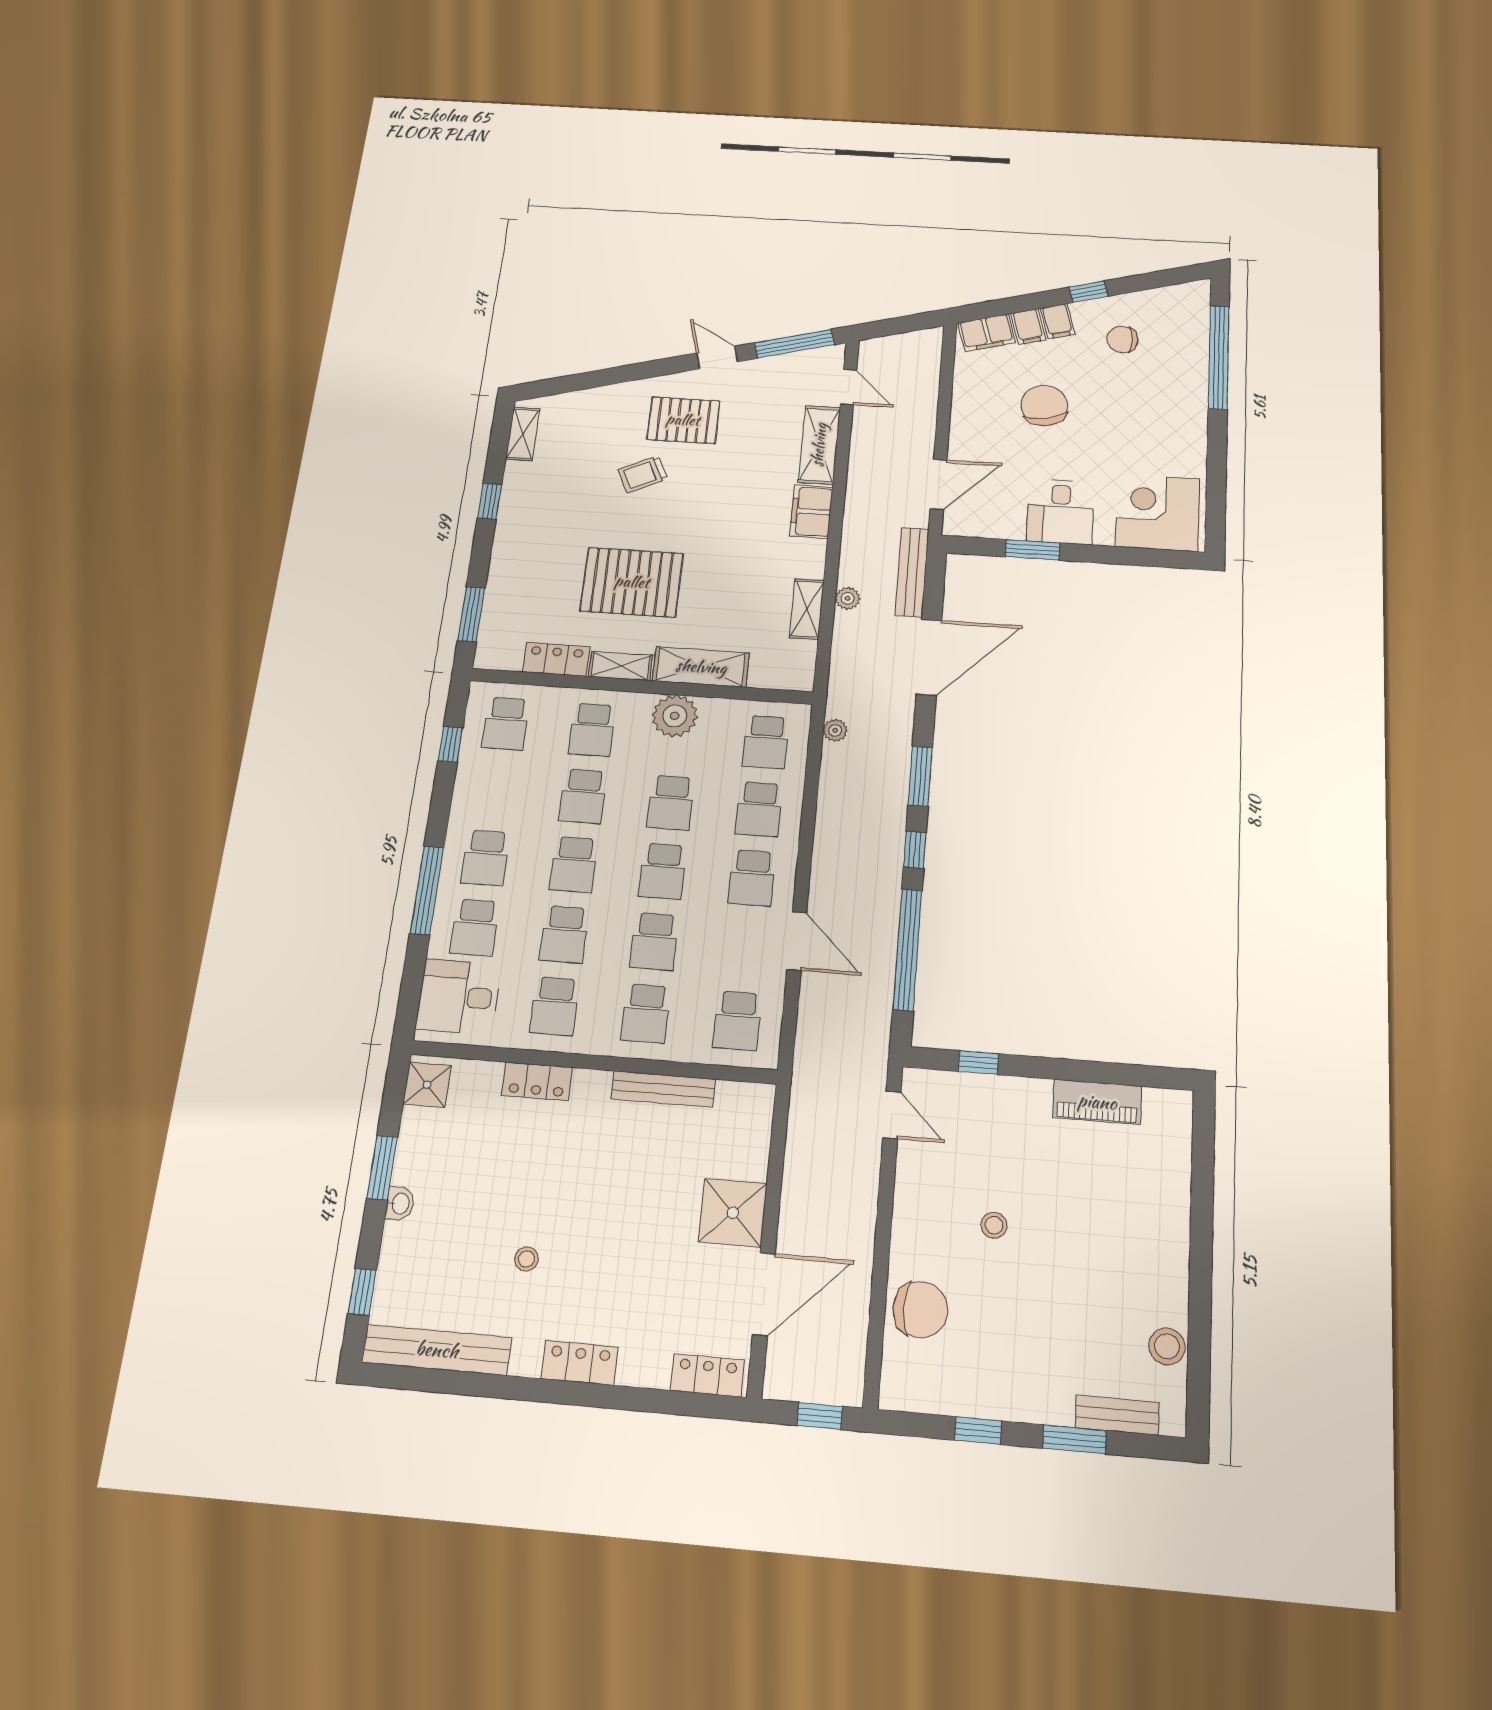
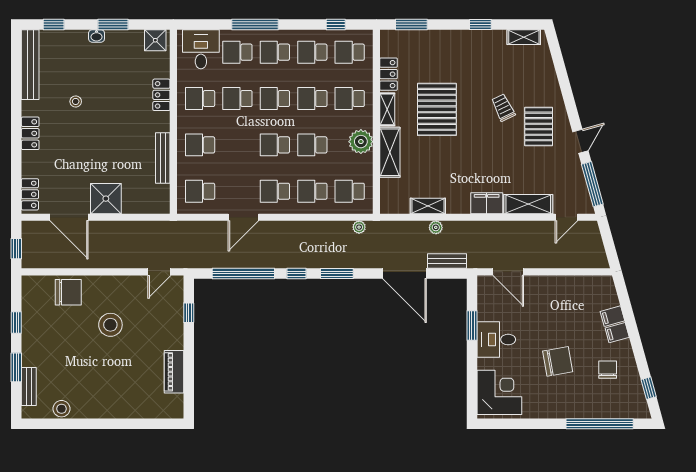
window: (1089, 292) -> (649, 388), moved
filing cabinet: (987, 333) -> (607, 293), removed
chair: (1044, 406) -> (558, 361), moved
bench: (912, 572) -> (447, 261), width x0.73
school desk: (654, 941) -> (312, 52), moved
stool: (994, 1225) -> (110, 325), width x1.89, depth x1.89
chair: (920, 1310) -> (68, 292), turned -90

